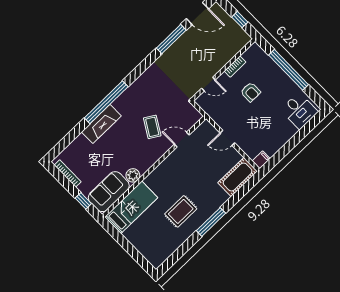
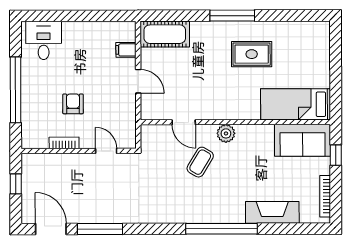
fireplace: (101, 124) -> (272, 212), moved
filing cabinet: (261, 160) -> (126, 50), moved
plant: (133, 175) -> (226, 133), moved

